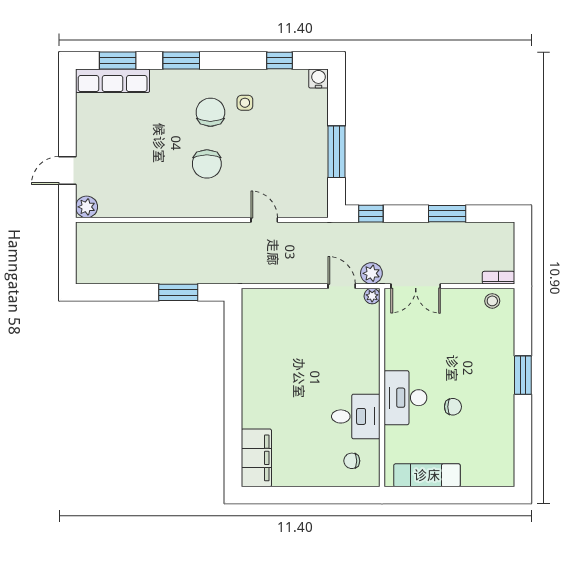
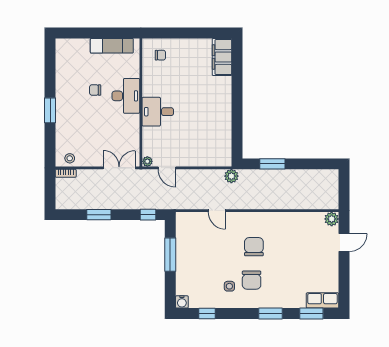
row of seats: (113, 81) -> (322, 300), width x0.68
plant: (371, 273) -> (231, 176), moved
desk: (356, 416) -> (158, 112), moved

